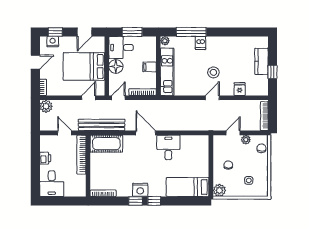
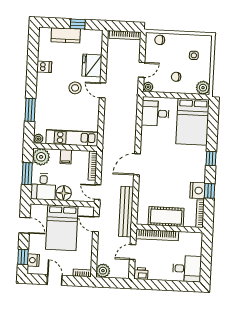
window: (191, 32) -> (30, 110), width x0.69
dishwasher: (201, 43) -> (44, 67), moved
plant: (148, 44) -> (41, 157), added
fridge: (240, 89) -> (92, 66), width x1.88, depth x1.34
door: (233, 133) -> (142, 70), swing flipped
plant: (246, 140) -> (148, 87), moved
cot: (106, 144) -> (166, 217), moved, turned 90
desk: (168, 147) -> (155, 113), moved
printer: (45, 158) -> (141, 274), moved
bed: (188, 187) -> (193, 122), width x1.50
nightstand: (140, 190) -> (197, 190), moved
window: (136, 201) -> (209, 191), moved

